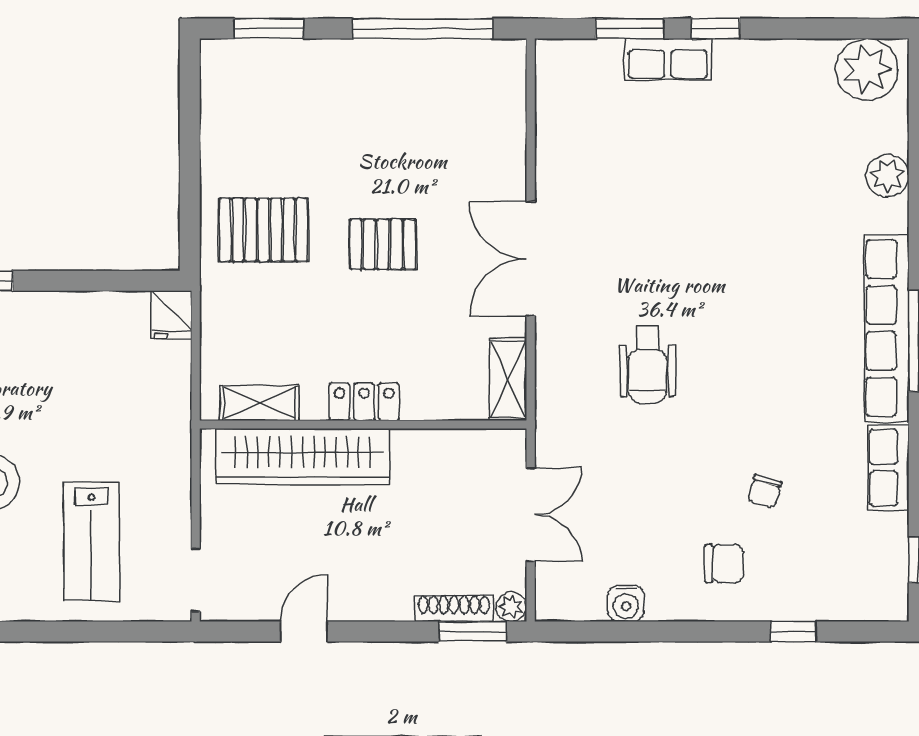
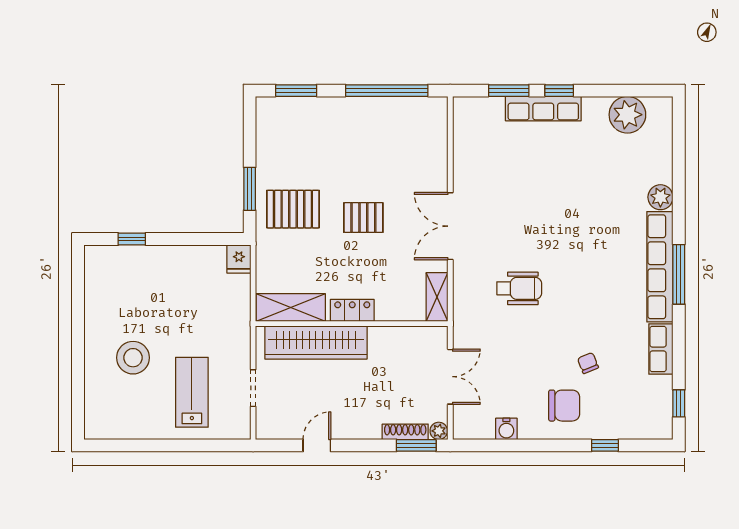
row of seats: (668, 59) -> (543, 109), width x1.48
plant: (867, 70) -> (627, 115), moved
plant: (888, 176) -> (660, 197), moved
window: (190, 195) -> (250, 189), added
wheelchair: (648, 365) -> (519, 288), turned -90
shelving: (259, 403) -> (291, 307), width x1.50, depth x1.33
chair: (764, 491) -> (588, 363), turned 142
lab bench: (92, 541) -> (192, 392), turned 180
chair: (724, 564) -> (564, 406), width x1.37, depth x1.37
doorway: (196, 580) -> (253, 388), moved

